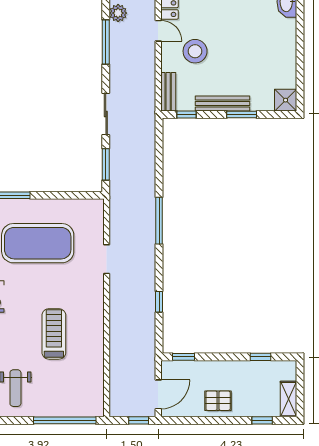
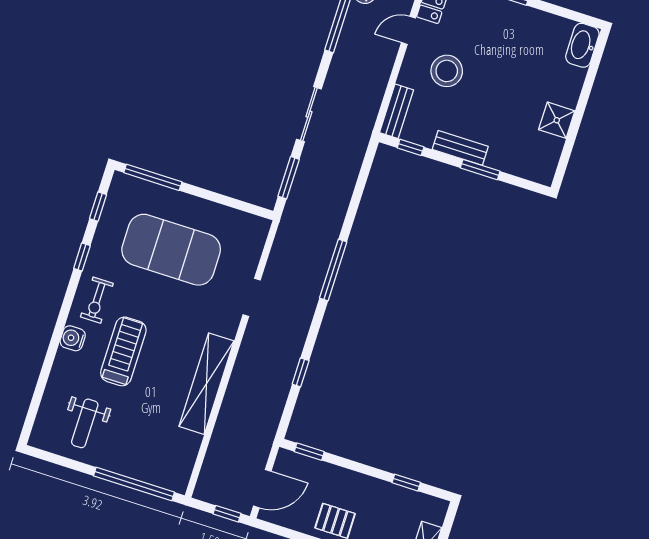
door: (158, 31) -> (408, 30), swing flipped
shower: (286, 100) -> (557, 120), moved
bench: (222, 104) -> (460, 148), width x0.73
shelving: (94, 332) -> (206, 384), added
treadmill: (54, 334) -> (123, 351), moved

